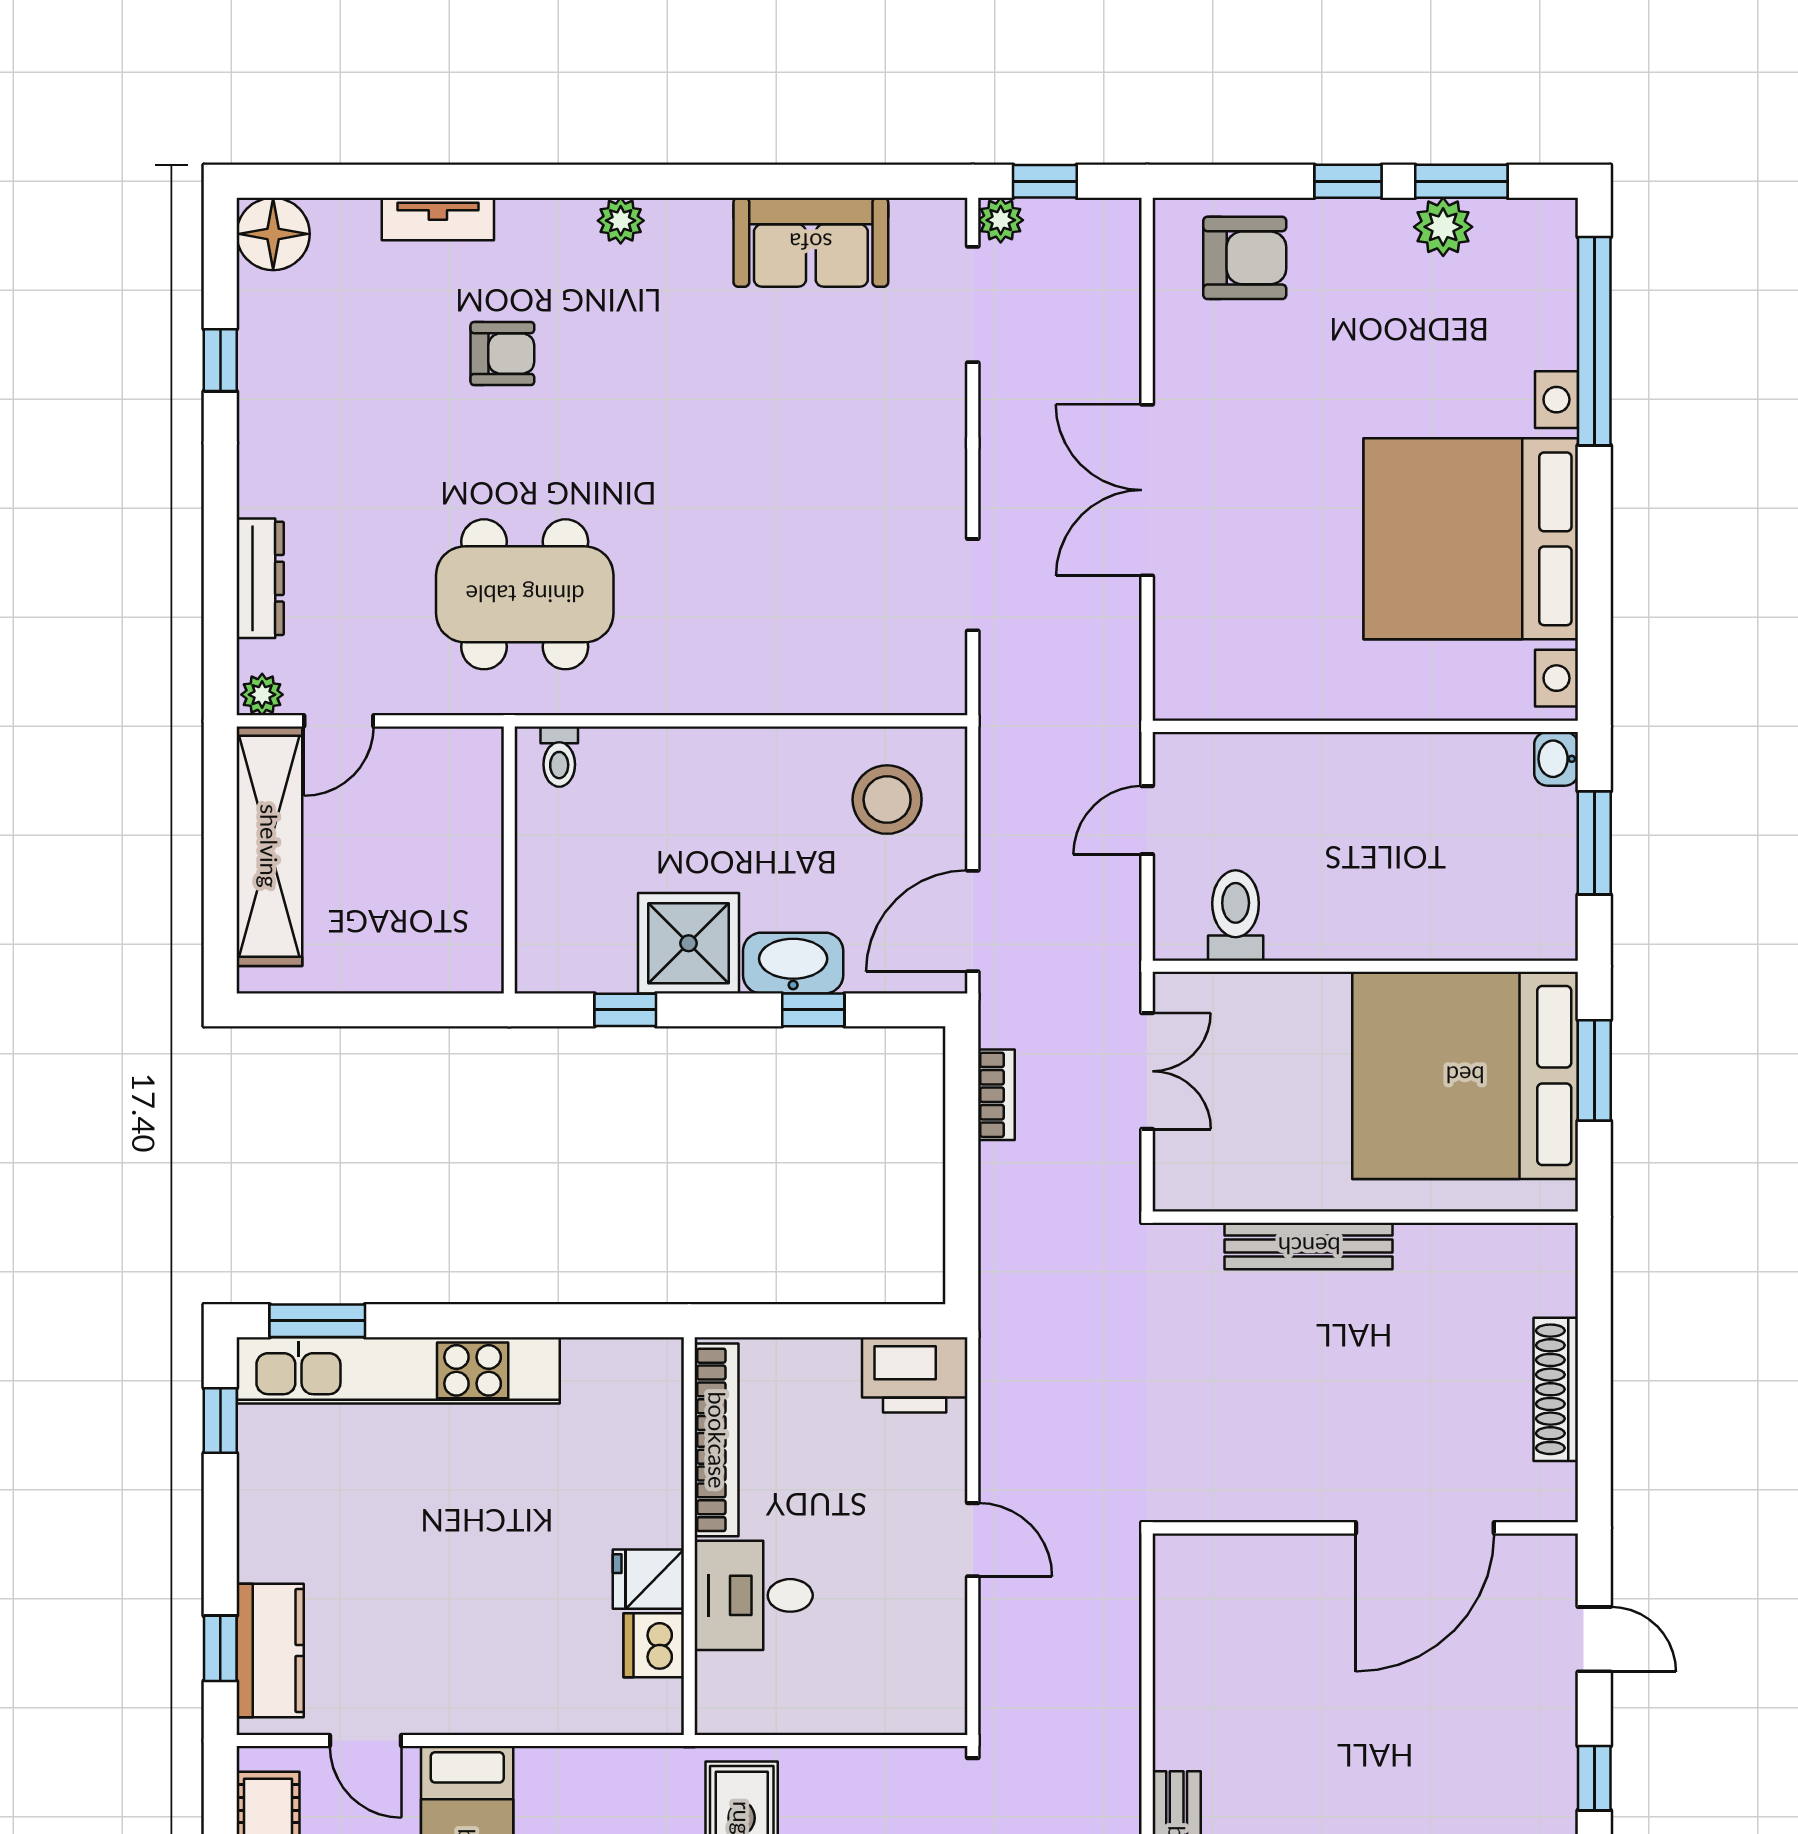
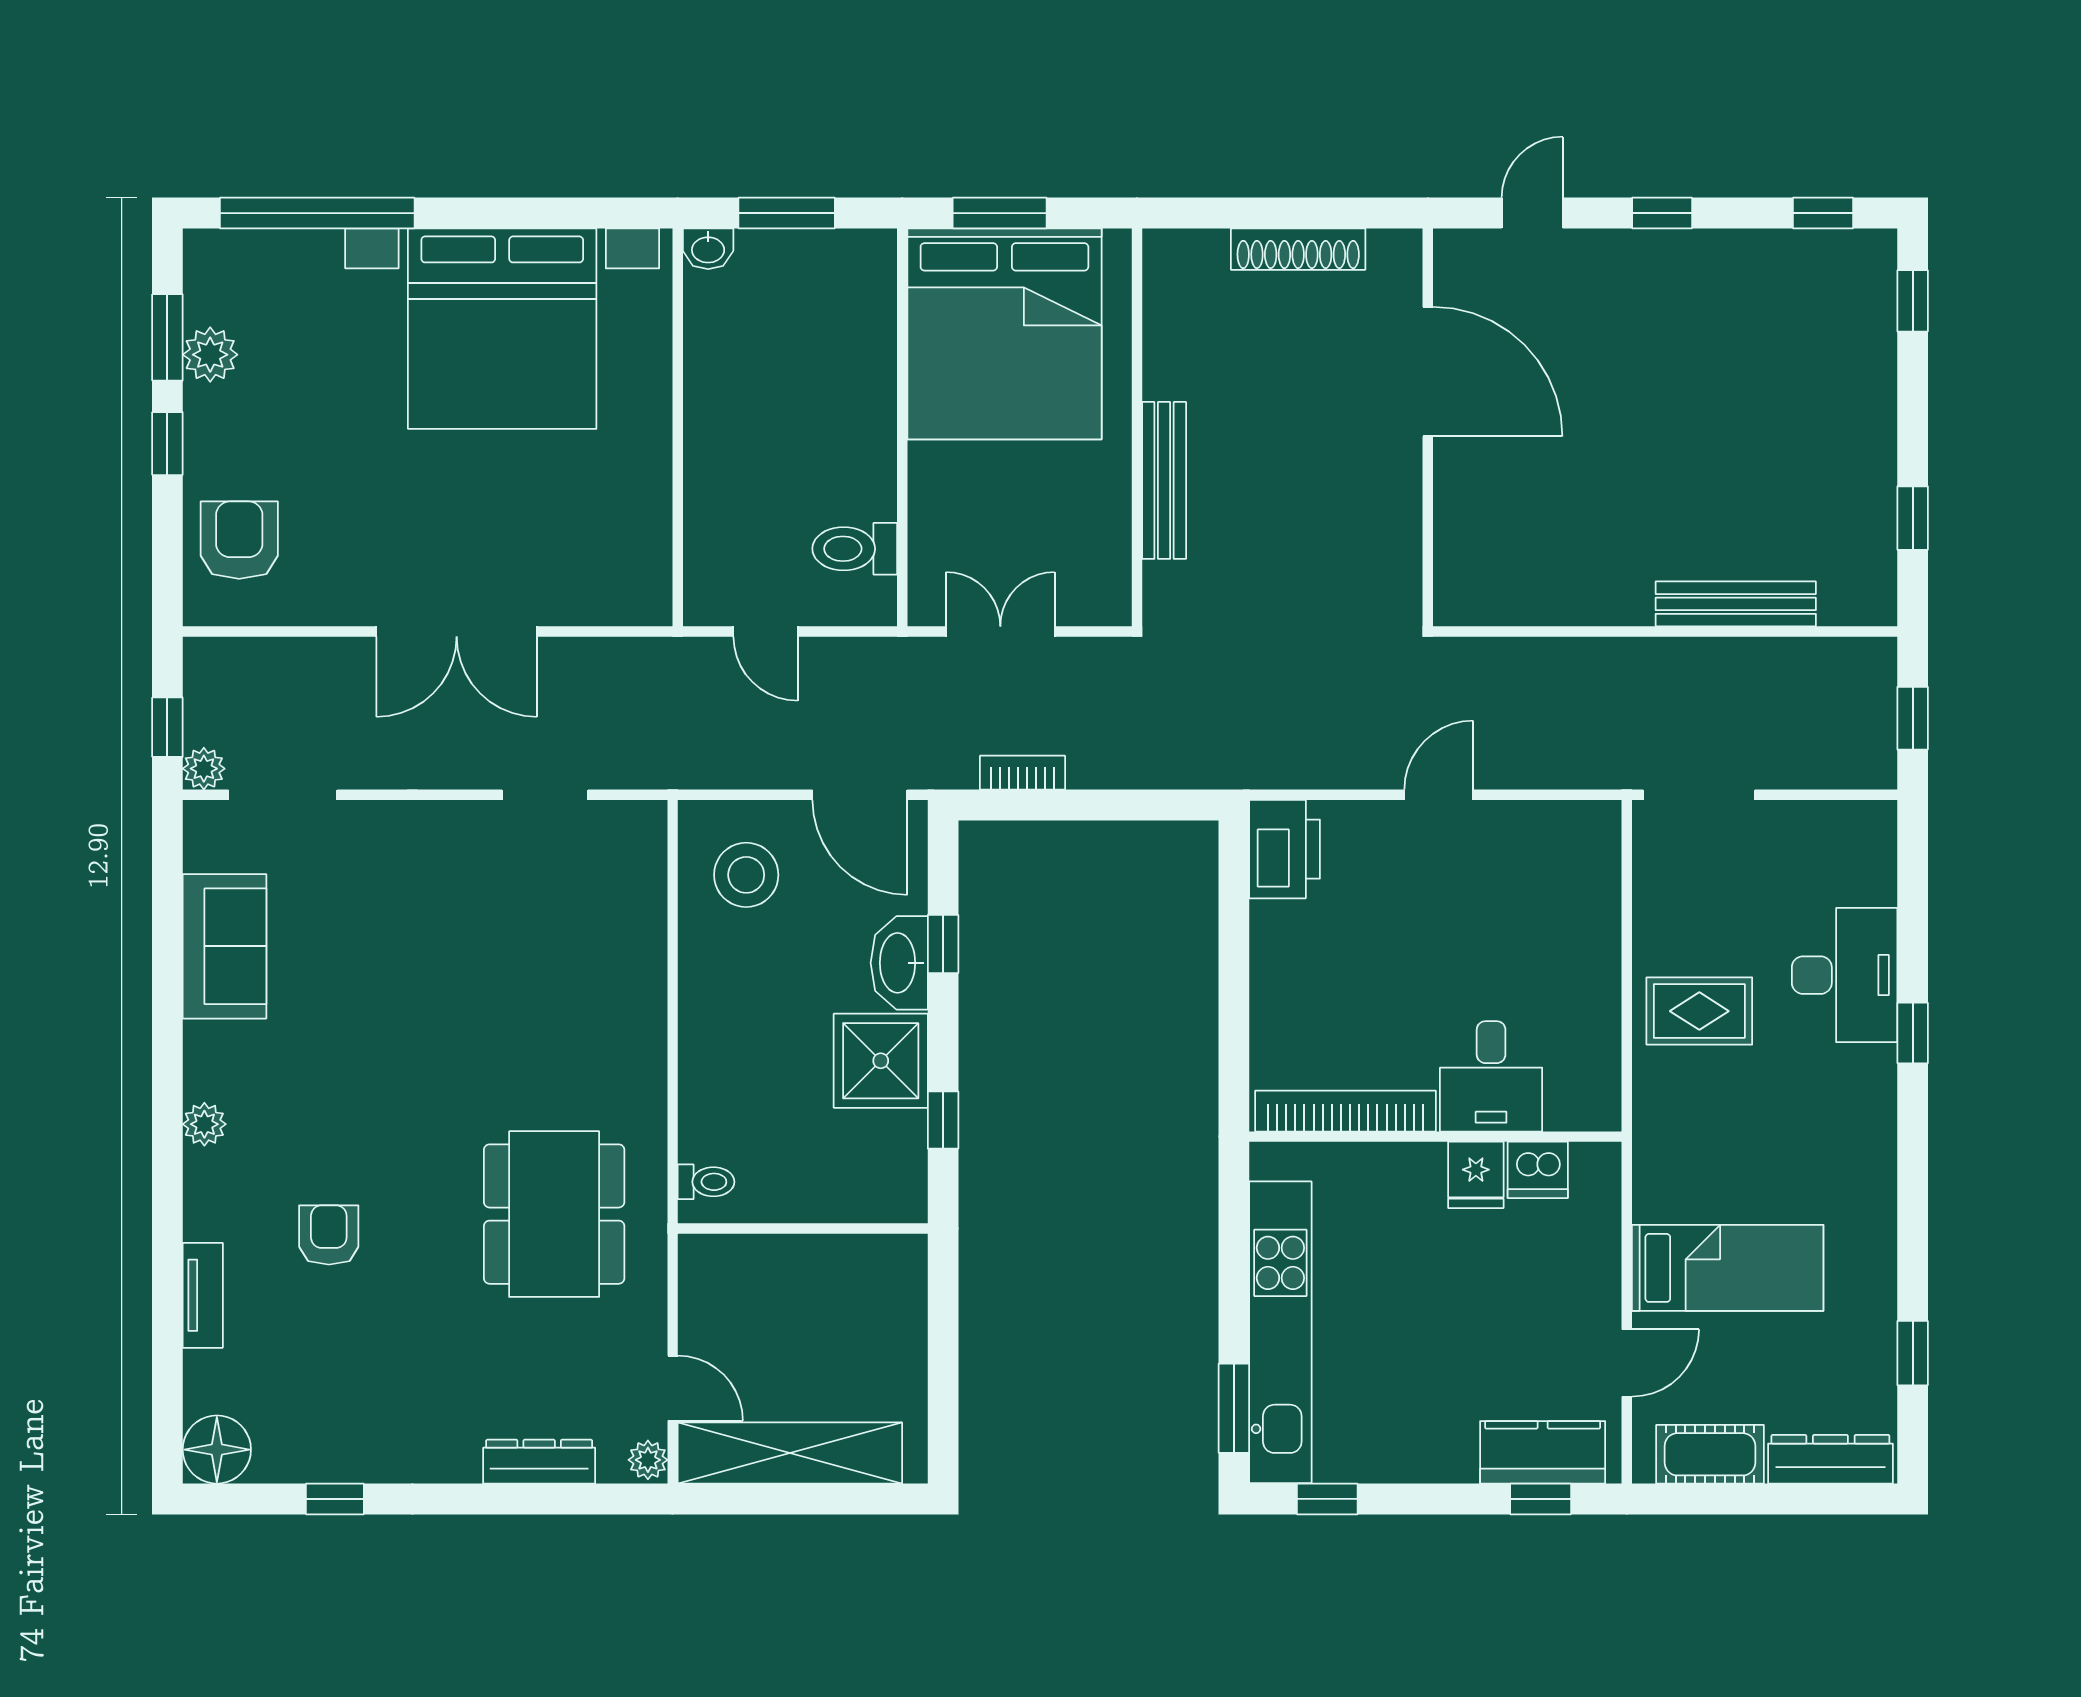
bookcase: (717, 1440) -> (1346, 1111), moved
wall: (689, 1536) -> (1435, 1137), moved
fridge: (648, 1579) -> (1476, 1175), moved
desk: (754, 1595) -> (1491, 1076), moved
dishwasher: (654, 1645) -> (1538, 1170), moved

